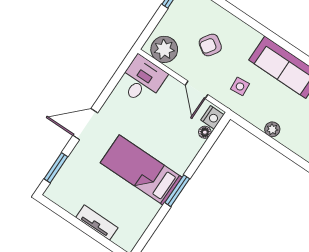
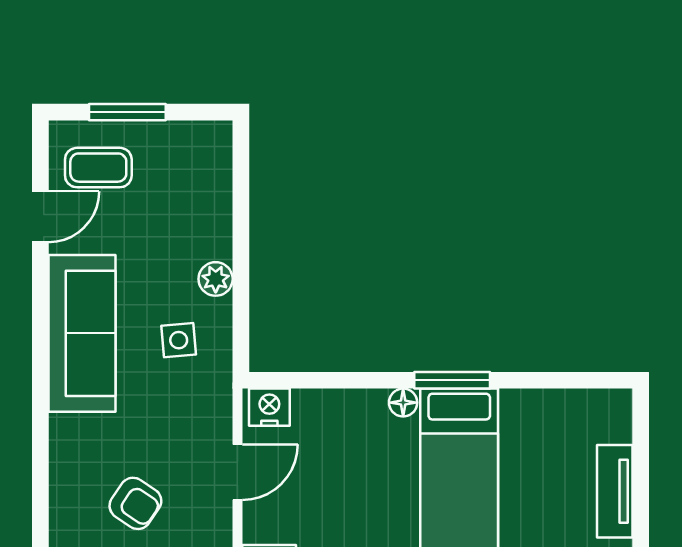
side table: (240, 86) -> (179, 340), moved
floor lamp: (205, 132) -> (403, 403), moved

